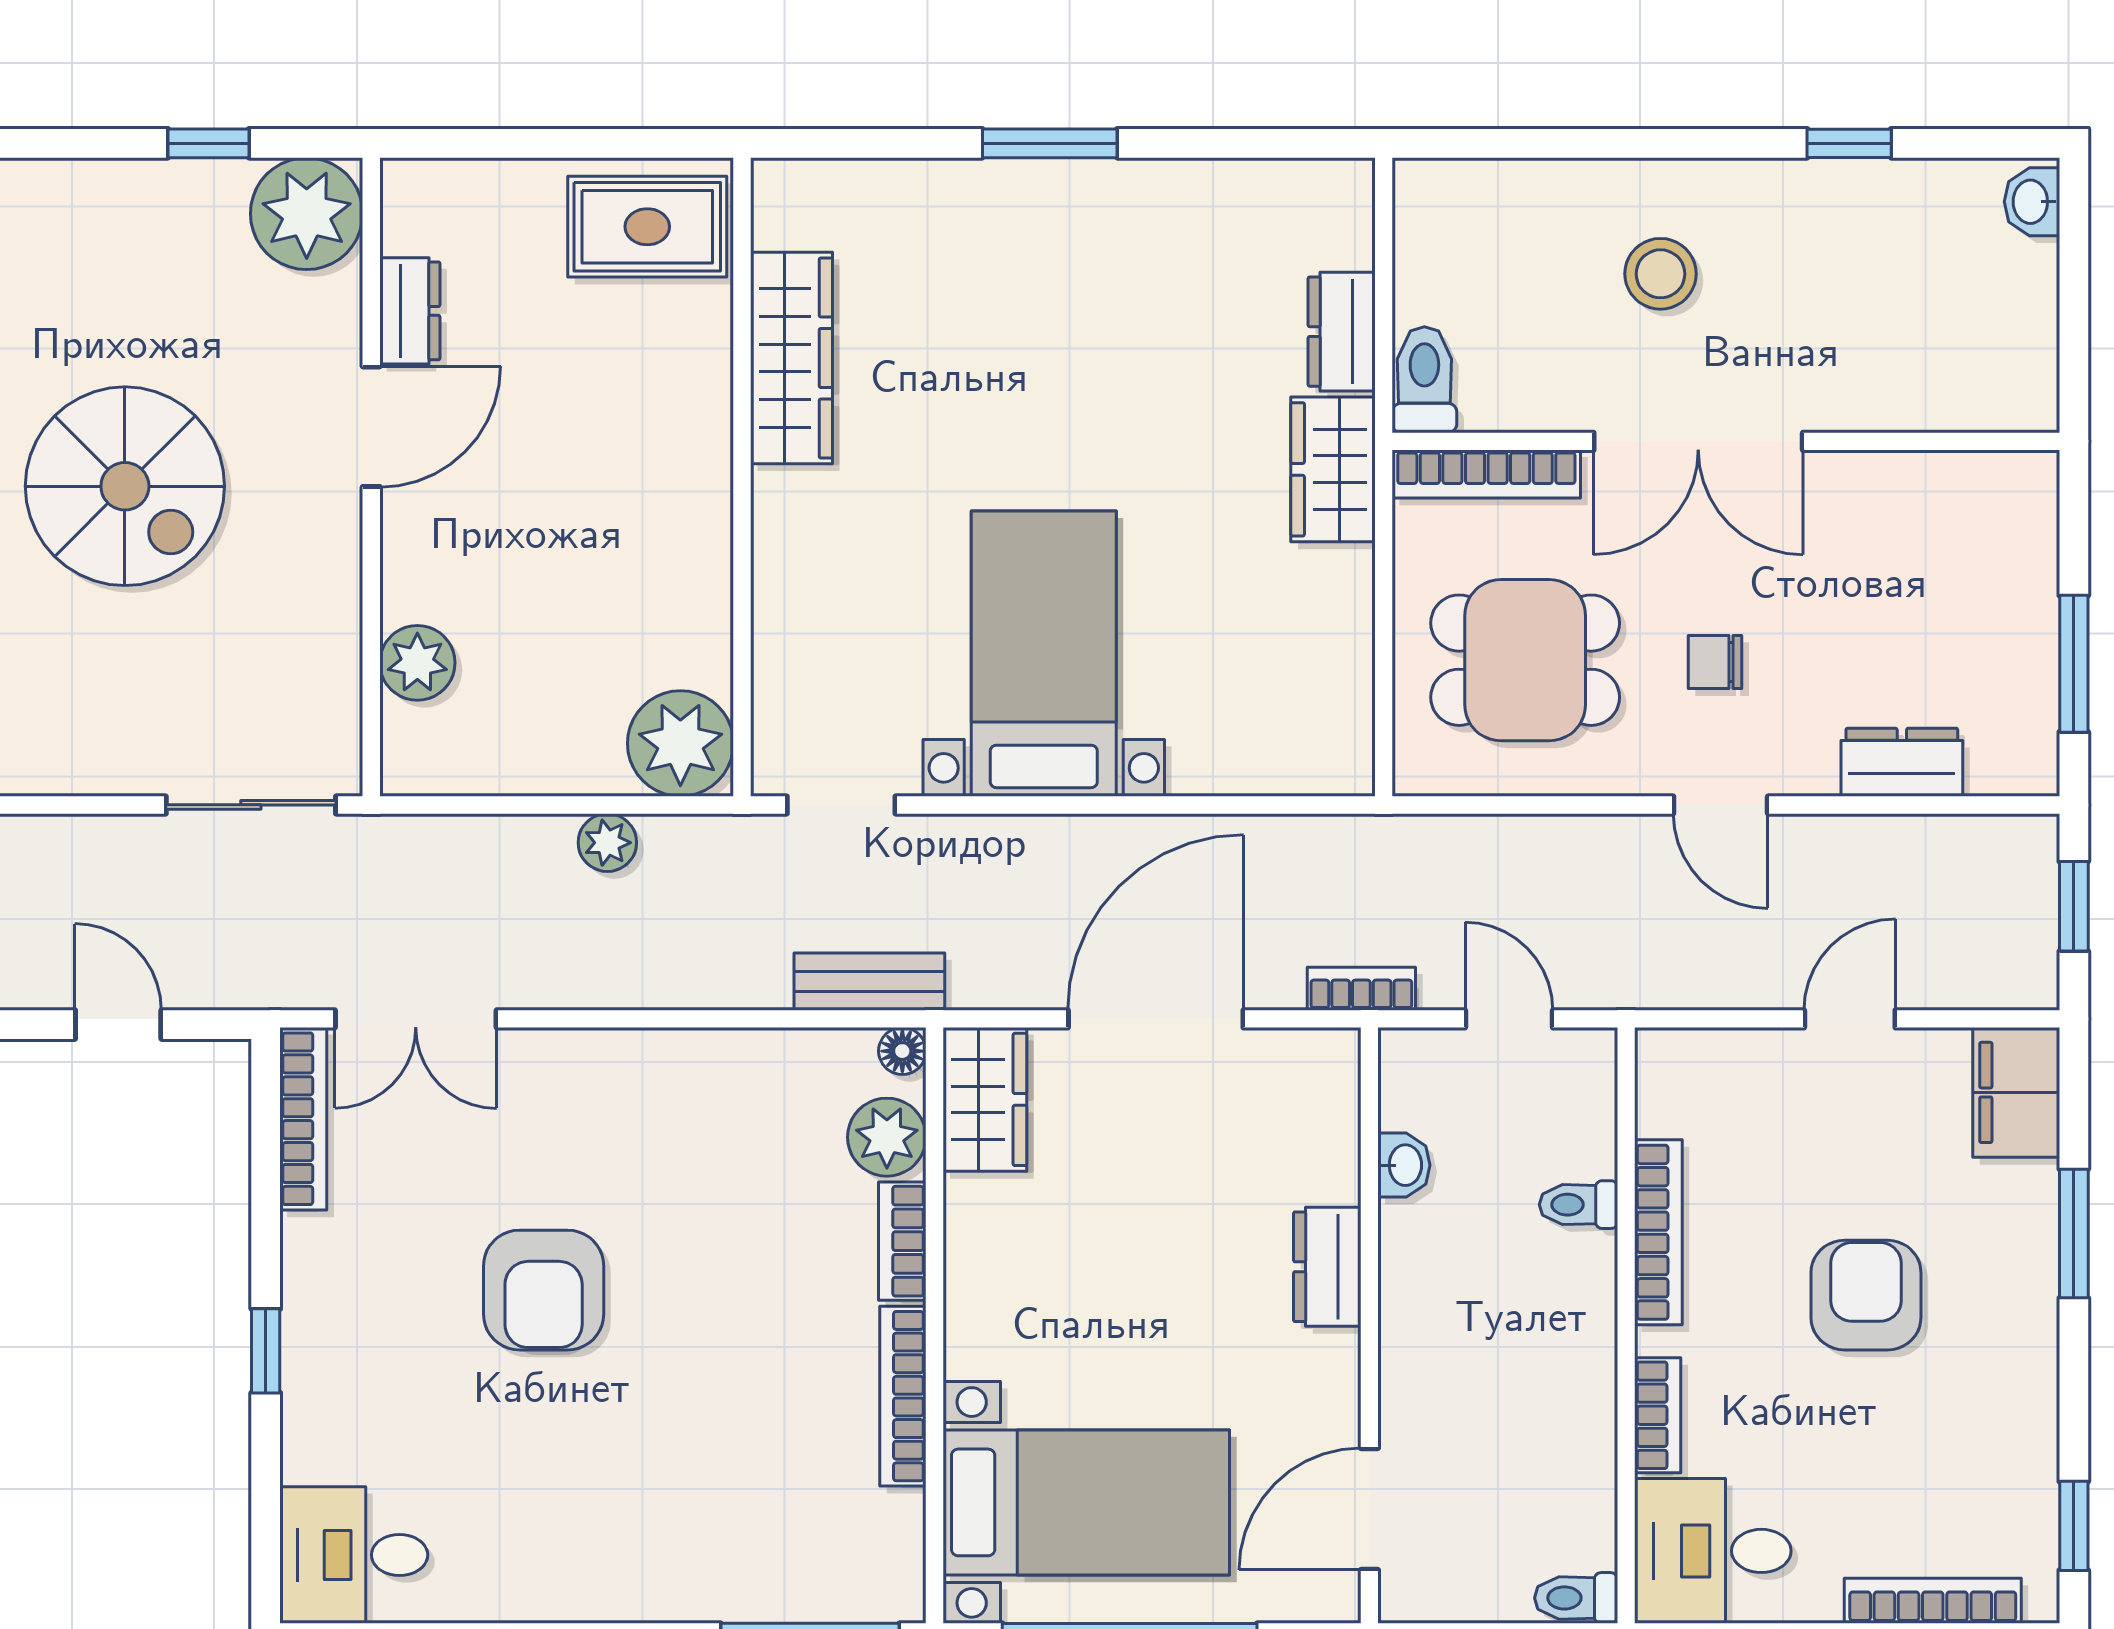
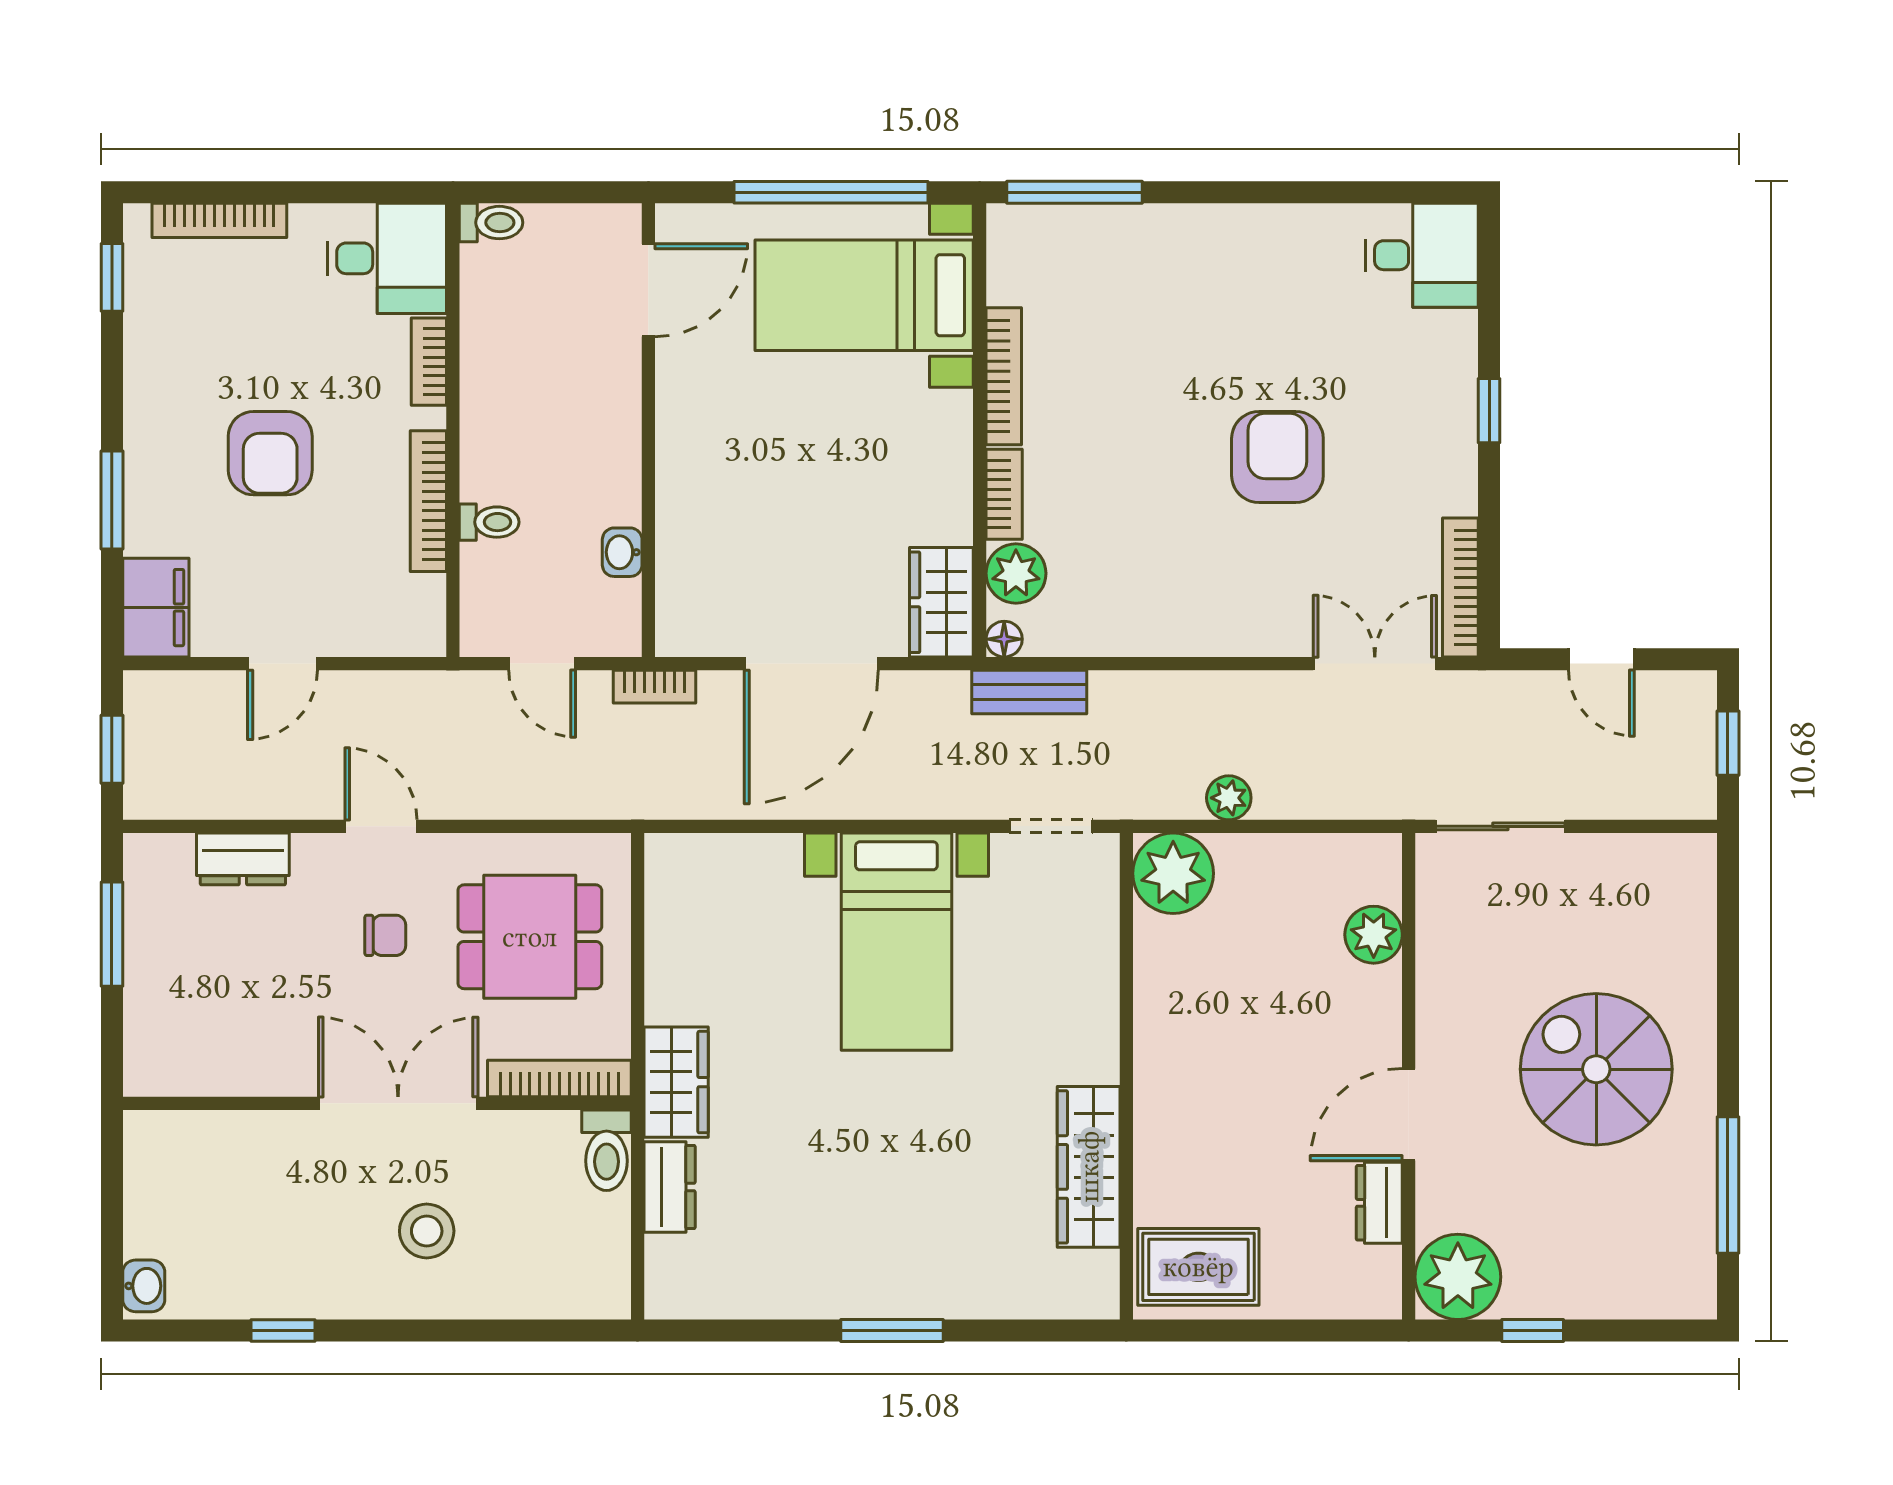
dresser: (1327, 1267) -> (681, 475), removed

